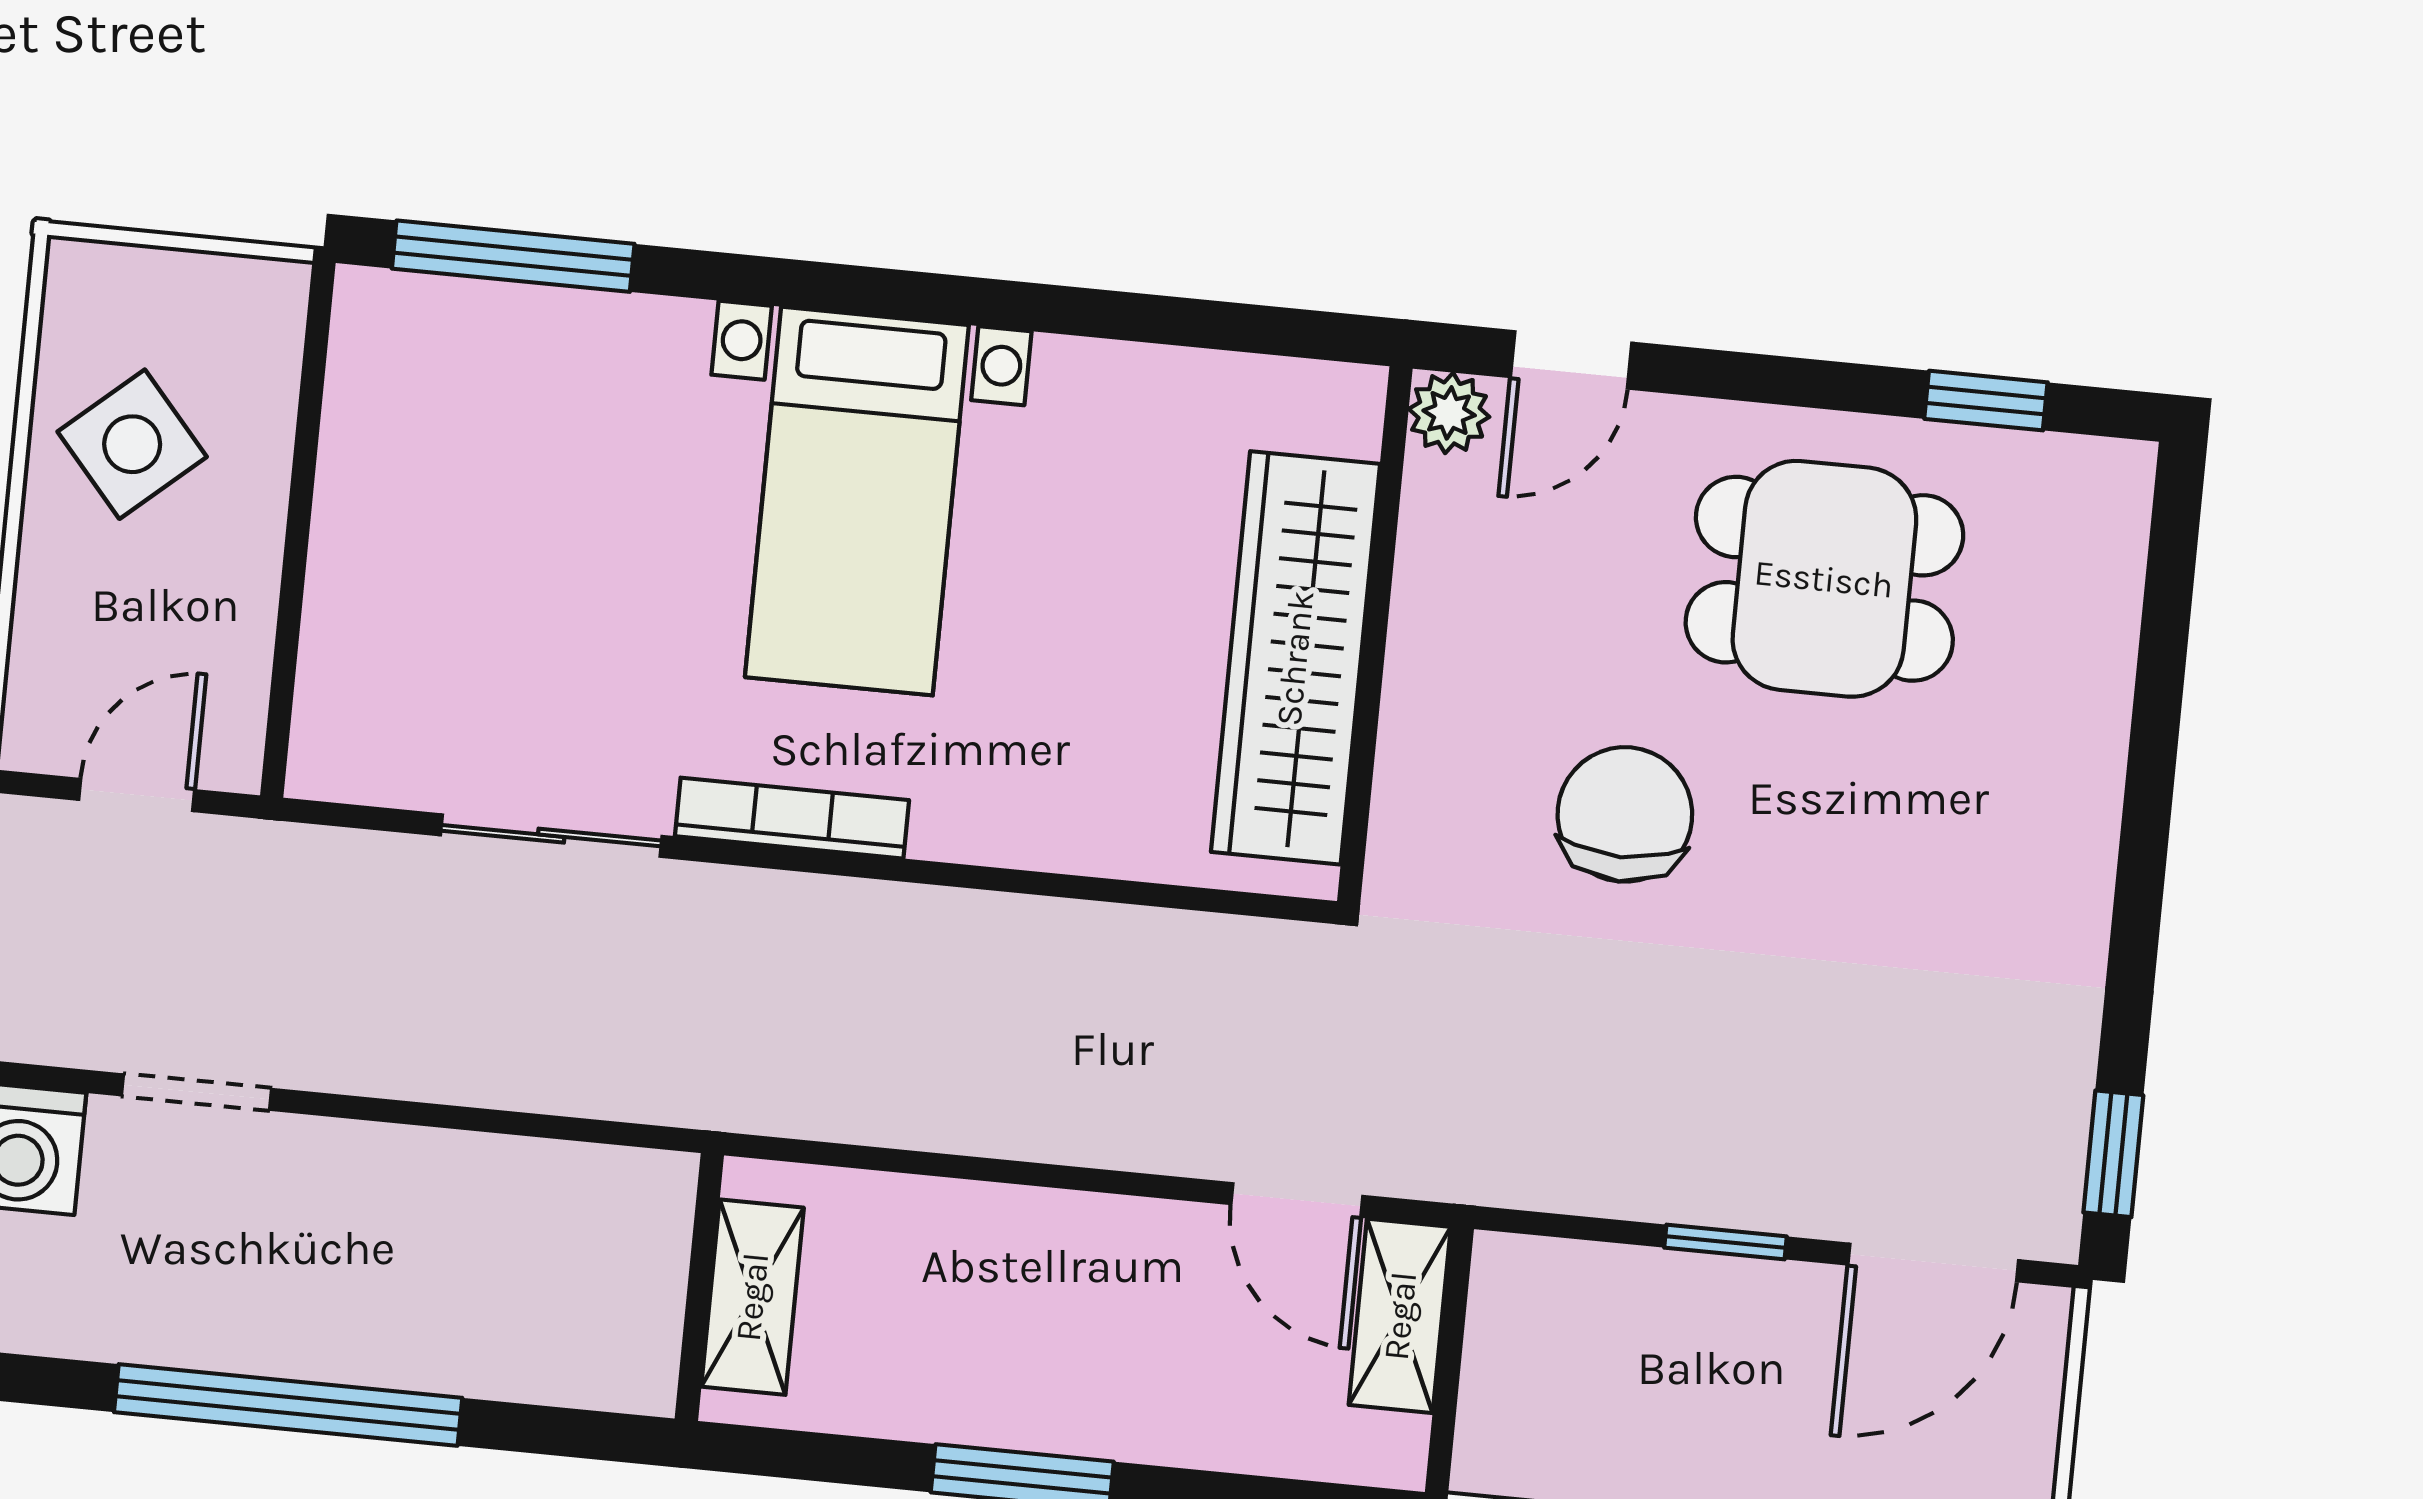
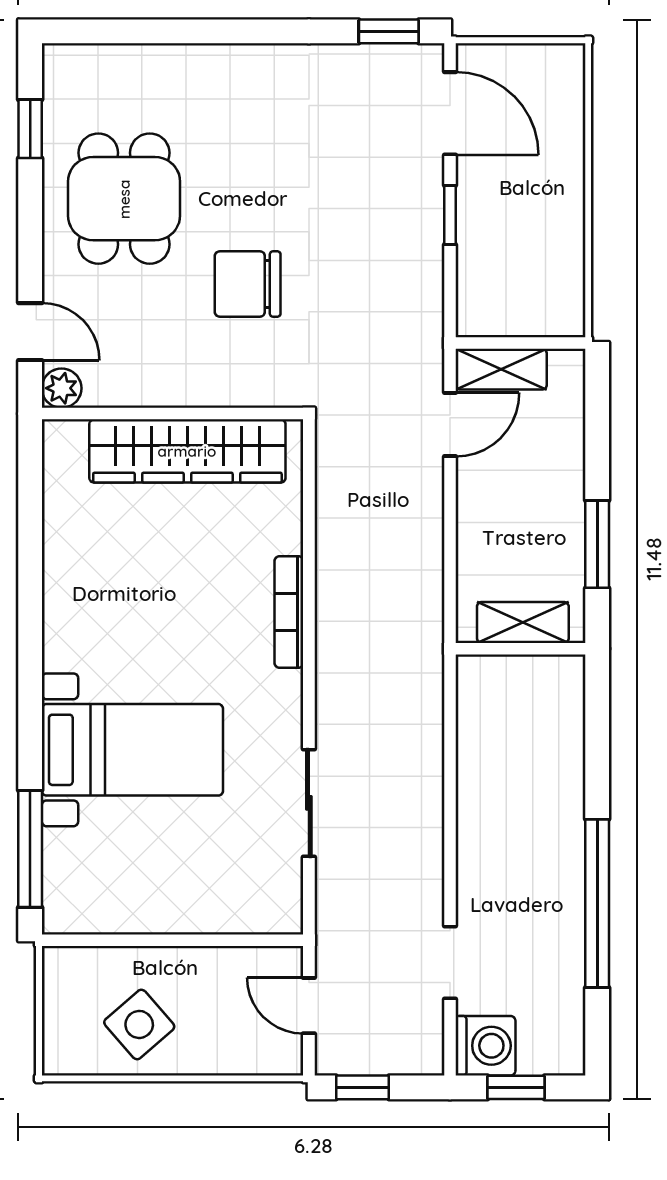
bed with nightstands: (857, 501) -> (132, 750), moved
bookcase: (792, 818) -> (289, 612), moved
wall: (699, 1287) -> (520, 649), moved
shelving: (752, 1297) -> (523, 622), moved

